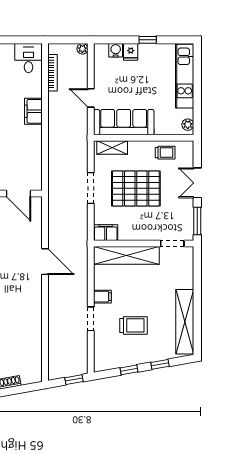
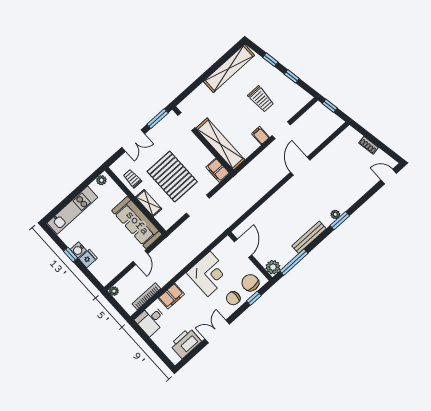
water cooler: (116, 50) -> (78, 250), moved
filing cabinet: (33, 111) -> (171, 296), moved
corner desk: (23, 144) -> (209, 274), added
shelving: (112, 148) -> (149, 203), moved
door: (45, 262) -> (300, 166), moved
trolley: (133, 325) -> (261, 99), turned 180

